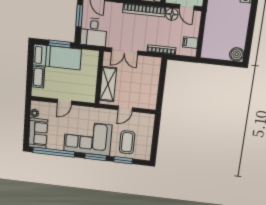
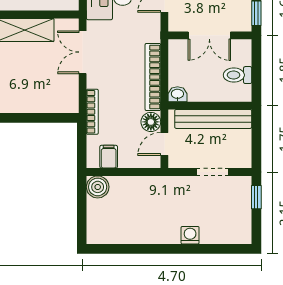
boiler: (237, 54) -> (98, 187), moved

